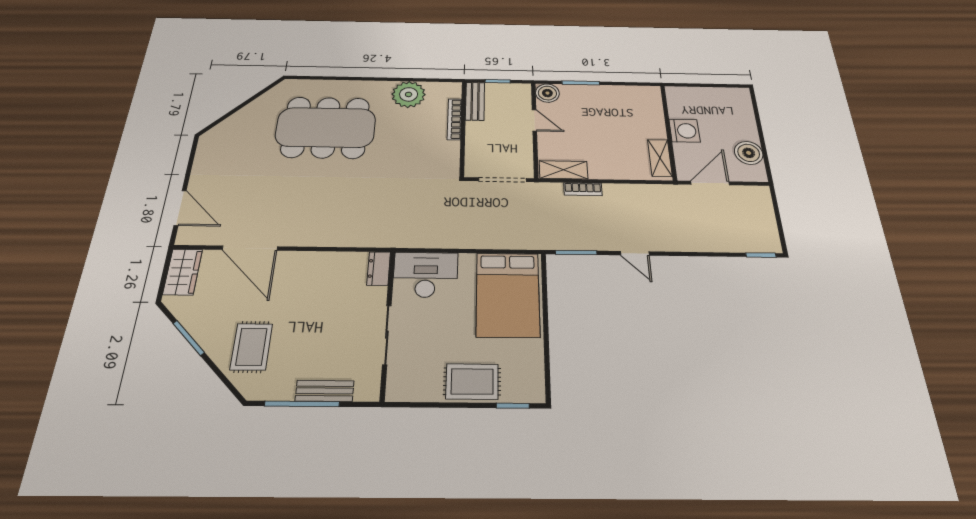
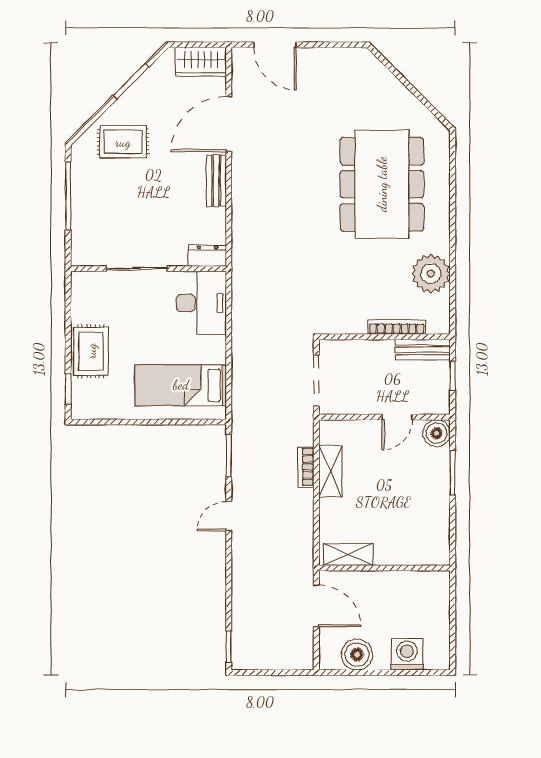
washing machine: (684, 131) -> (407, 654), moved, turned 180
shelving: (563, 170) -> (330, 472), moved
door: (180, 208) -> (275, 45), hinge flipped
bed: (508, 294) -> (181, 385), width x0.67
bench: (325, 391) -> (216, 181), moved

